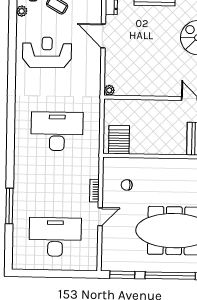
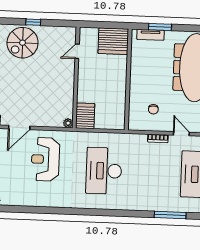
reception desk: (47, 52) -> (45, 159), moved
server rack: (119, 140) -> (85, 116), moved, turned 90

